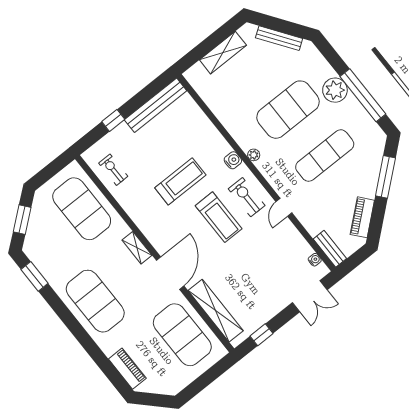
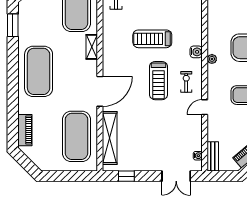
treadmill: (180, 181) -> (152, 39), turned 180
exercise bike: (247, 197) -> (186, 82), width x0.73, depth x0.72
shelving: (137, 248) -> (92, 47), moved

